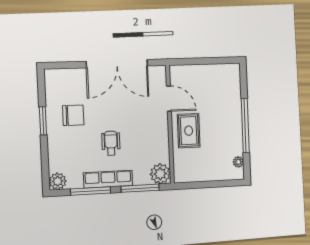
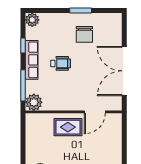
window: (91, 191) -> (23, 46), width x0.46

